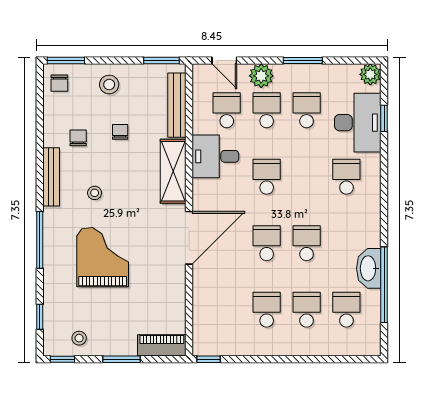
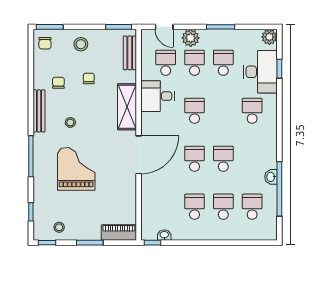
bench: (177, 105) -> (130, 53), width x0.73
washbasin: (369, 268) -> (271, 177), width x0.52, depth x0.69
washbasin: (225, 349) -> (164, 235), added

